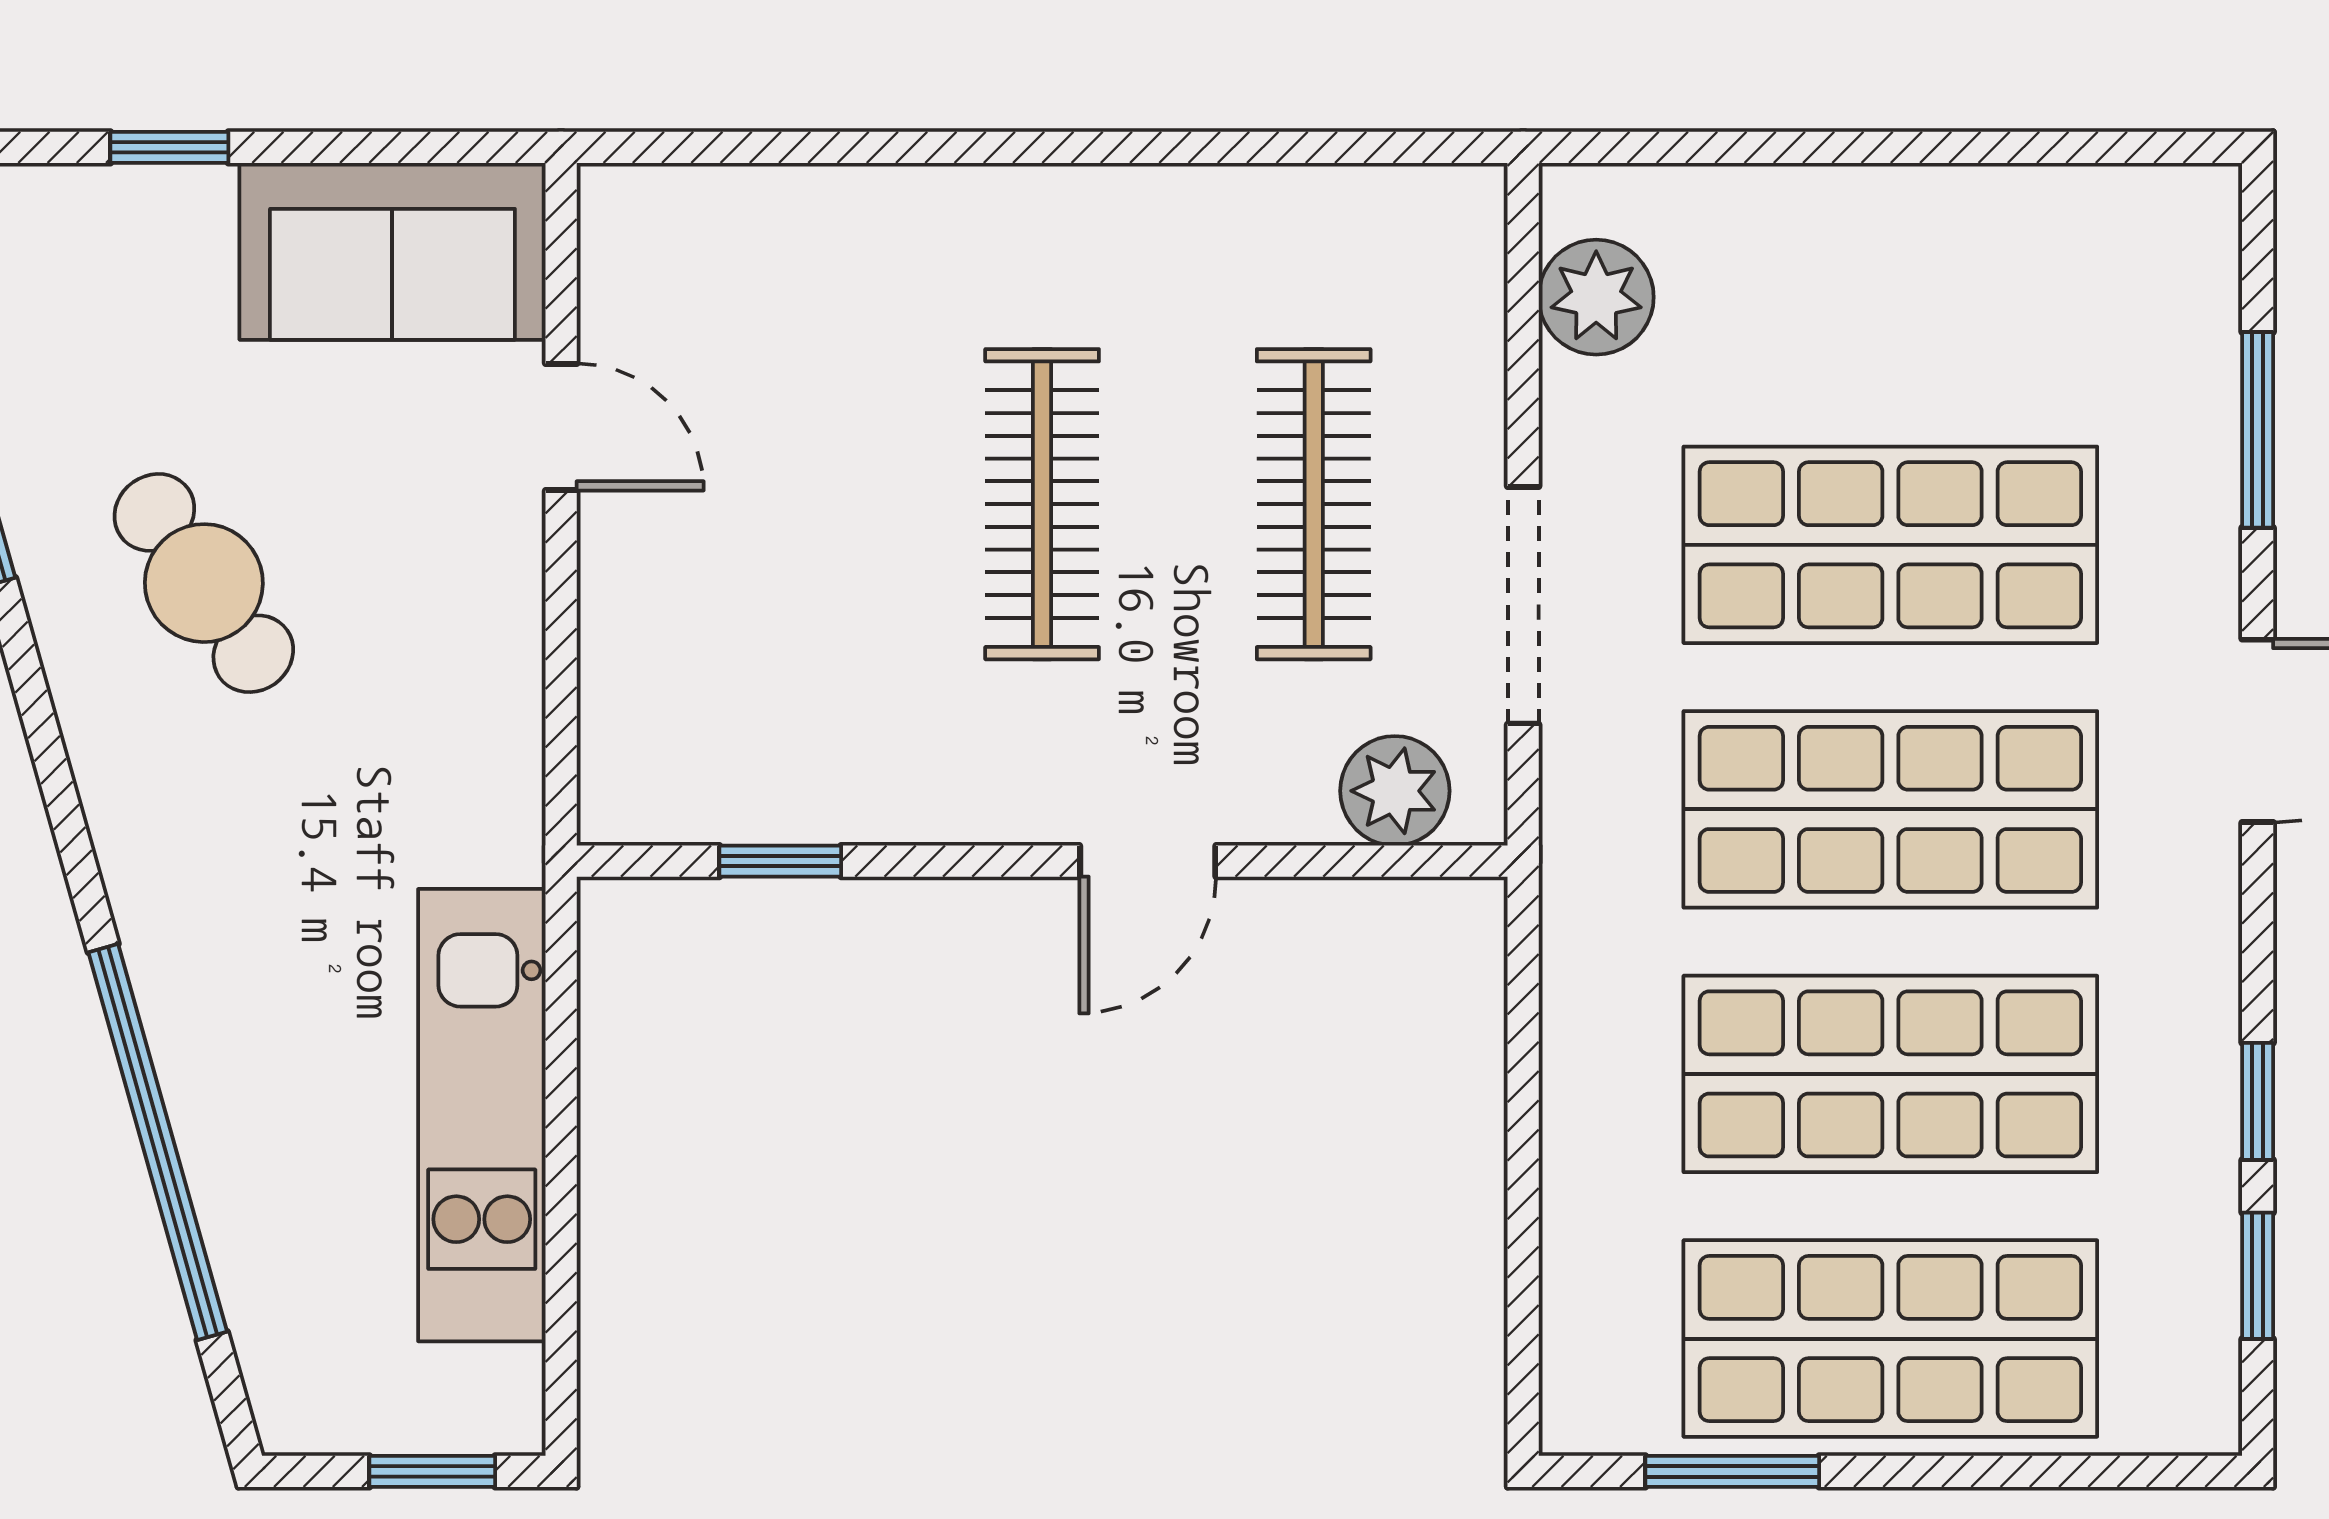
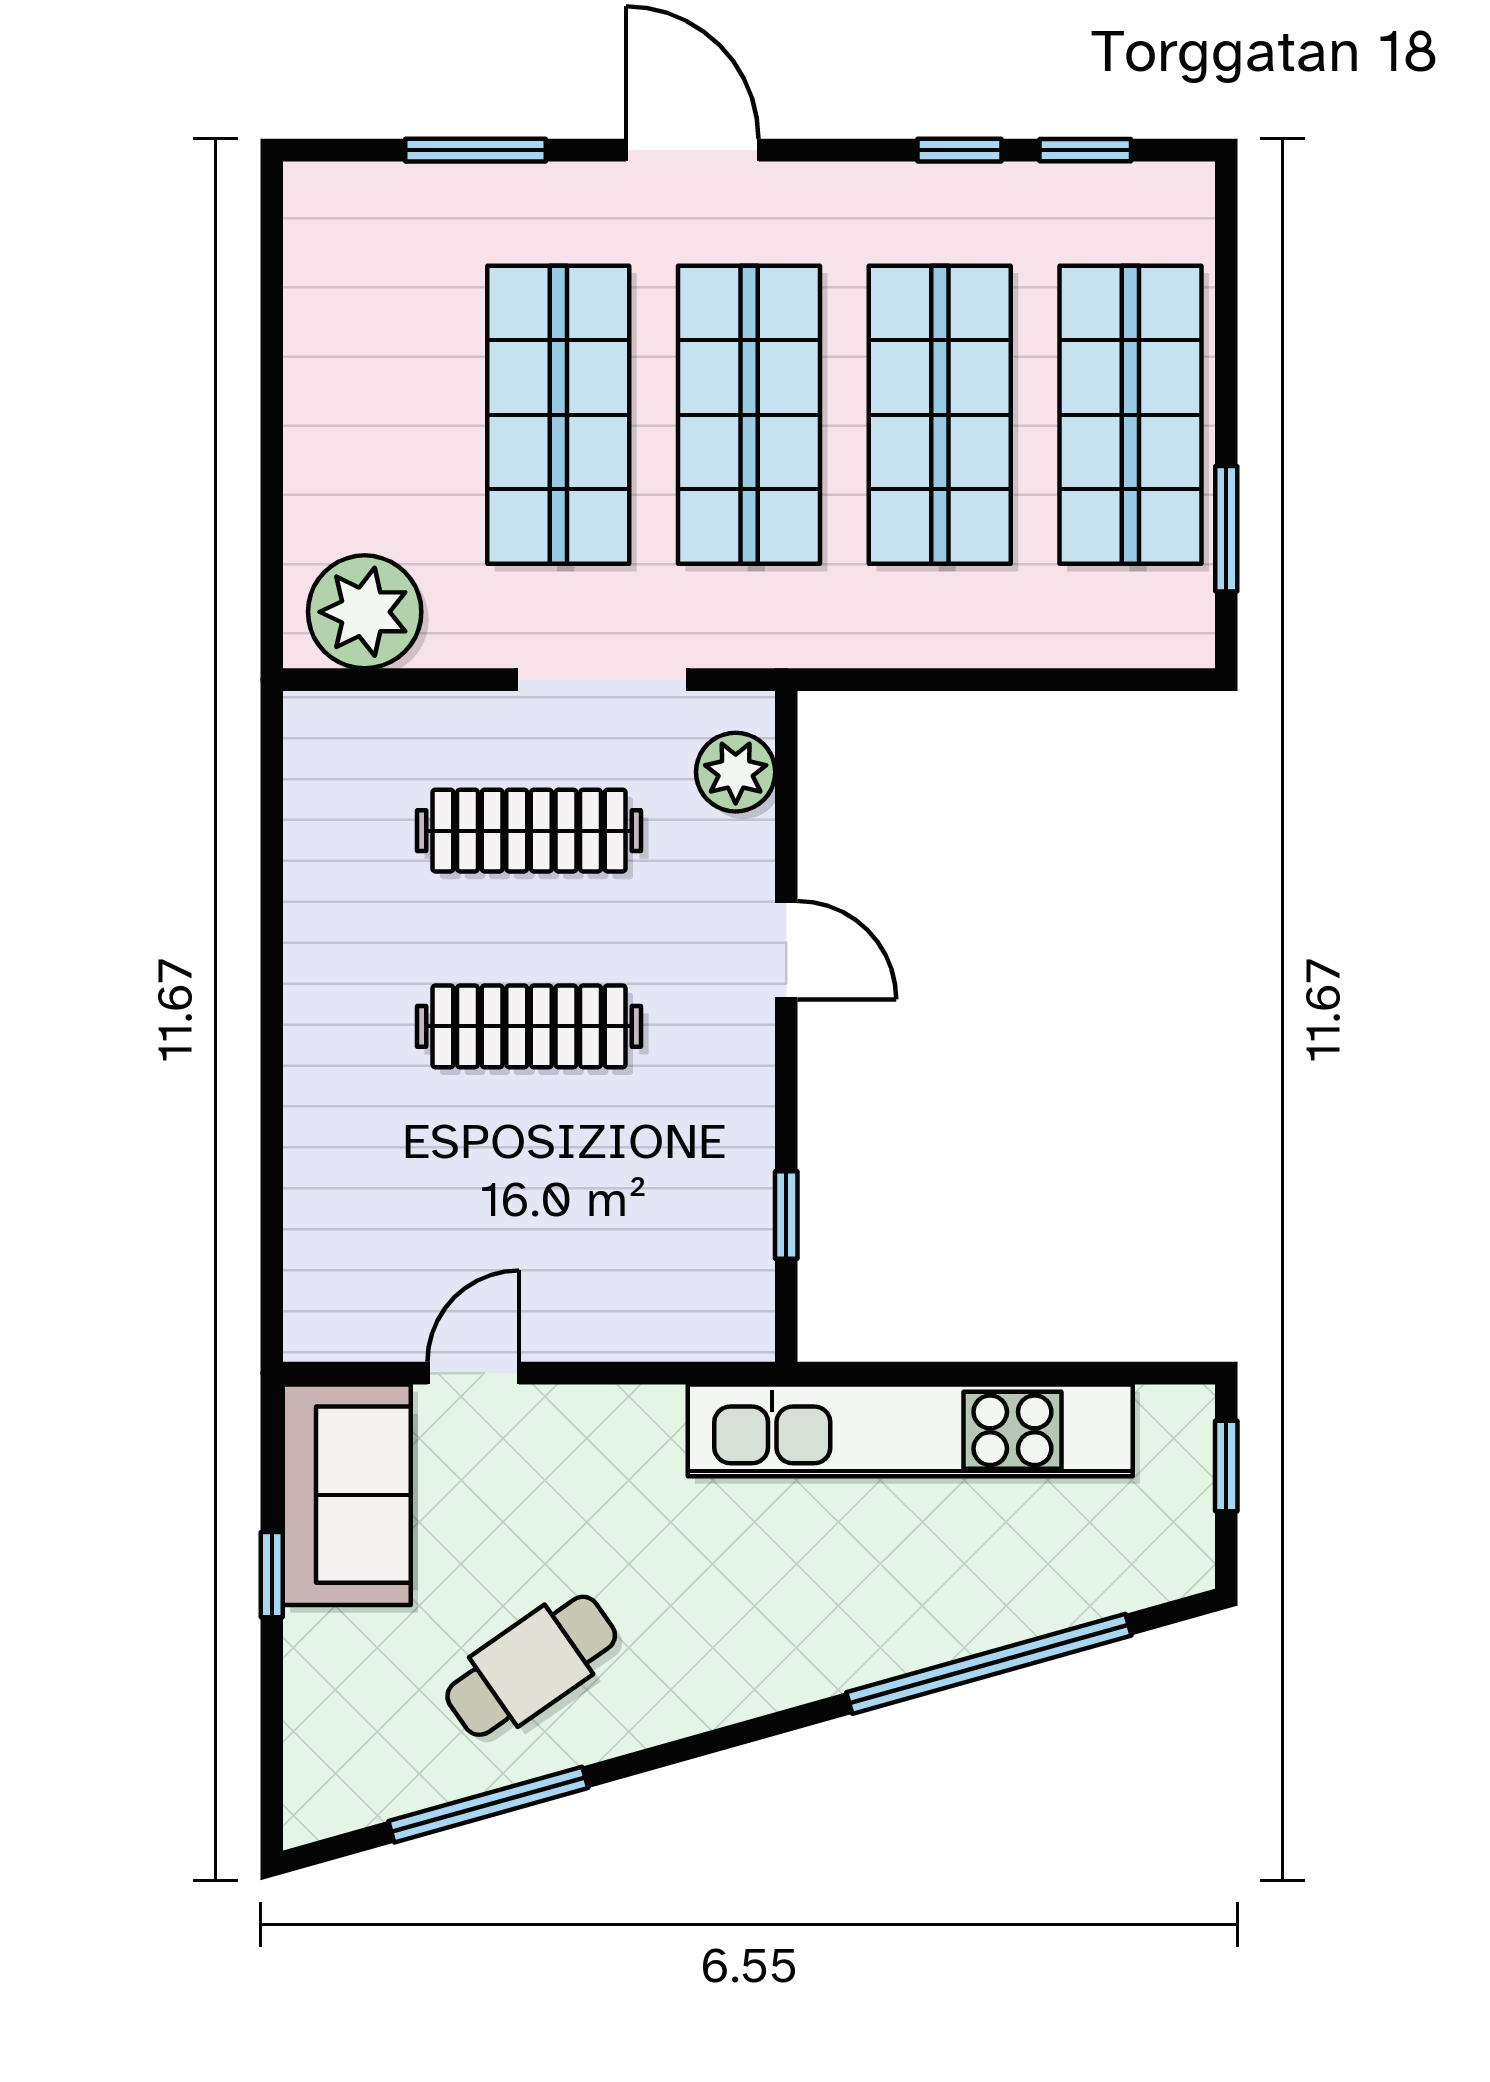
window: (169, 147) -> (272, 1575), moved
plant: (1596, 297) -> (365, 612), width x1.36, depth x1.36
cafe table: (204, 583) -> (531, 1666), moved
kitchen unit: (482, 1115) -> (910, 1430), width x1.36

